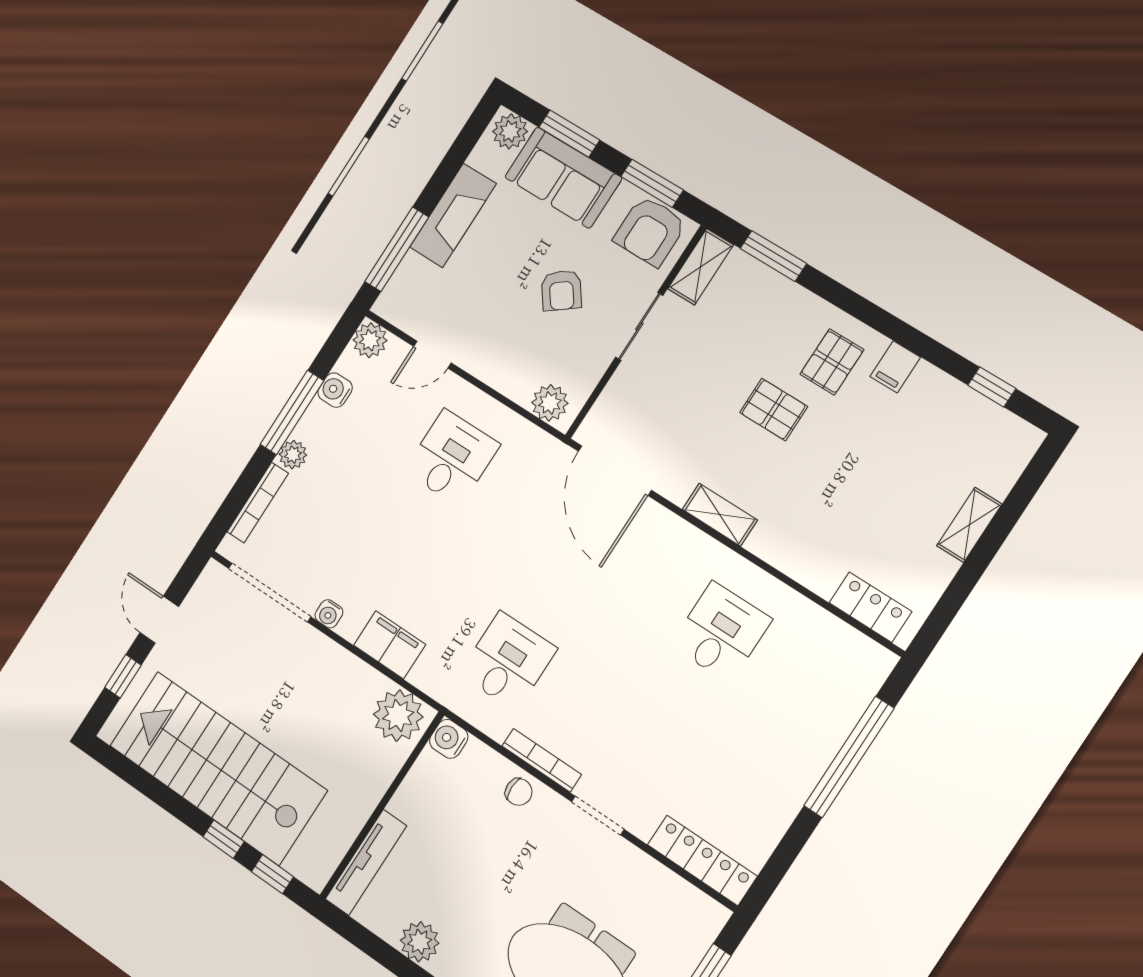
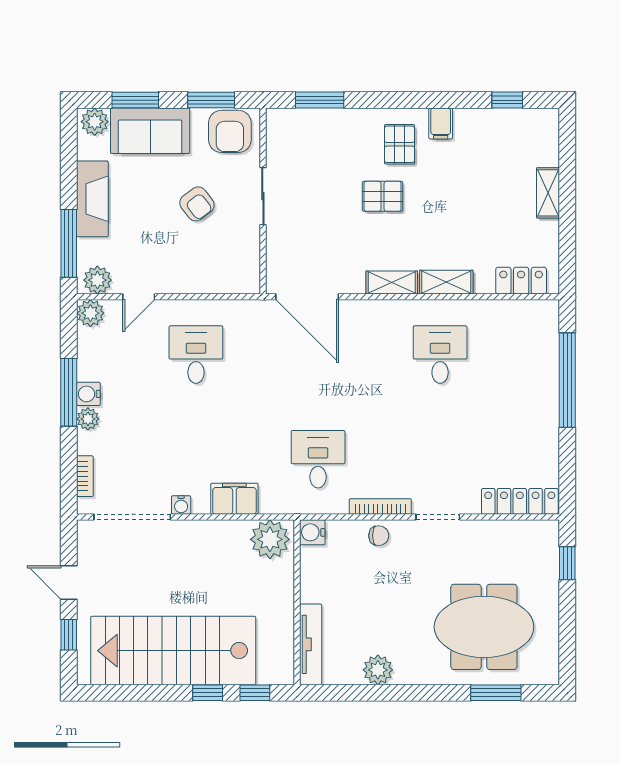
shelving: (701, 267) -> (446, 282), moved, turned 90
water cooler: (335, 390) -> (88, 394), moved
plant: (550, 403) -> (97, 280), moved
bookcase: (258, 503) -> (85, 476), width x0.64

